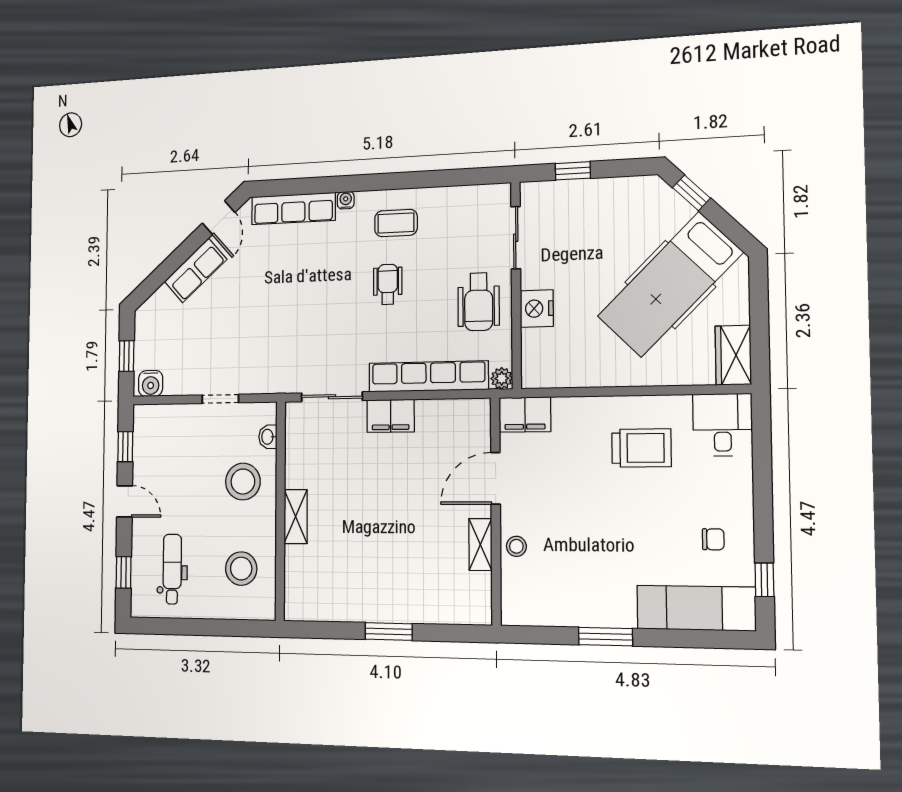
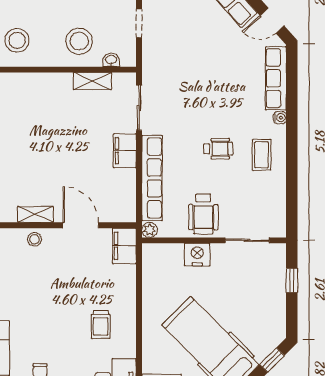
wheelchair: (479, 302) -> (203, 214), turned -90
trolley: (641, 448) -> (101, 324), width x0.73, depth x0.72
shelving: (296, 517) -> (92, 81), moved

